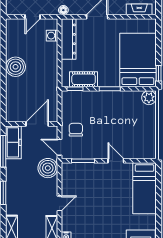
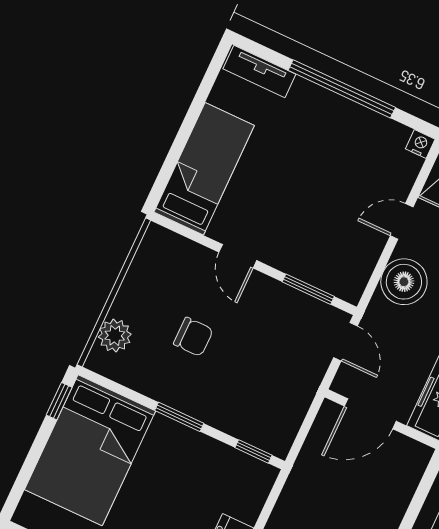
cot: (84, 79) -> (226, 463), removed
plant: (149, 98) -> (115, 336), moved
chair: (76, 130) -> (193, 337), moved, turned -90
boiler: (48, 168) -> (404, 282), moved

